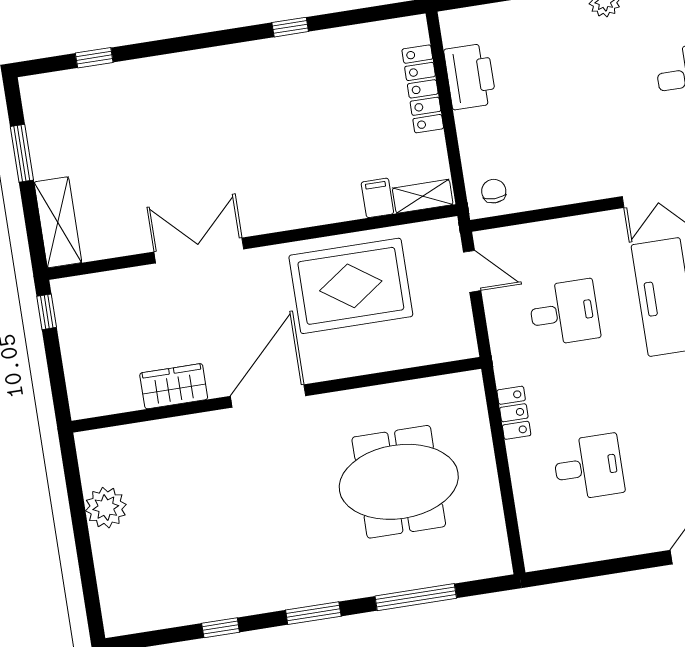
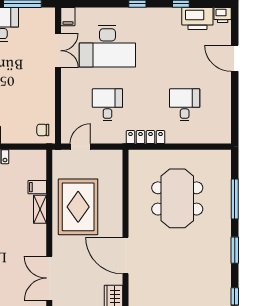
shelving: (423, 196) -> (40, 209), moved
locker: (514, 413) -> (145, 137), width x1.53

